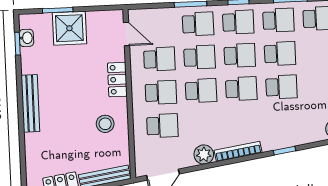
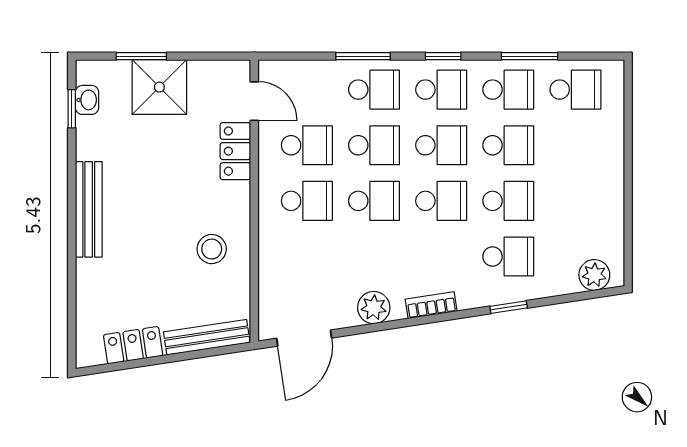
locker: (117, 80) -> (235, 151), moved
school desk: (162, 126) -> (508, 257), moved
bookcase: (238, 151) -> (431, 305), width x0.64

